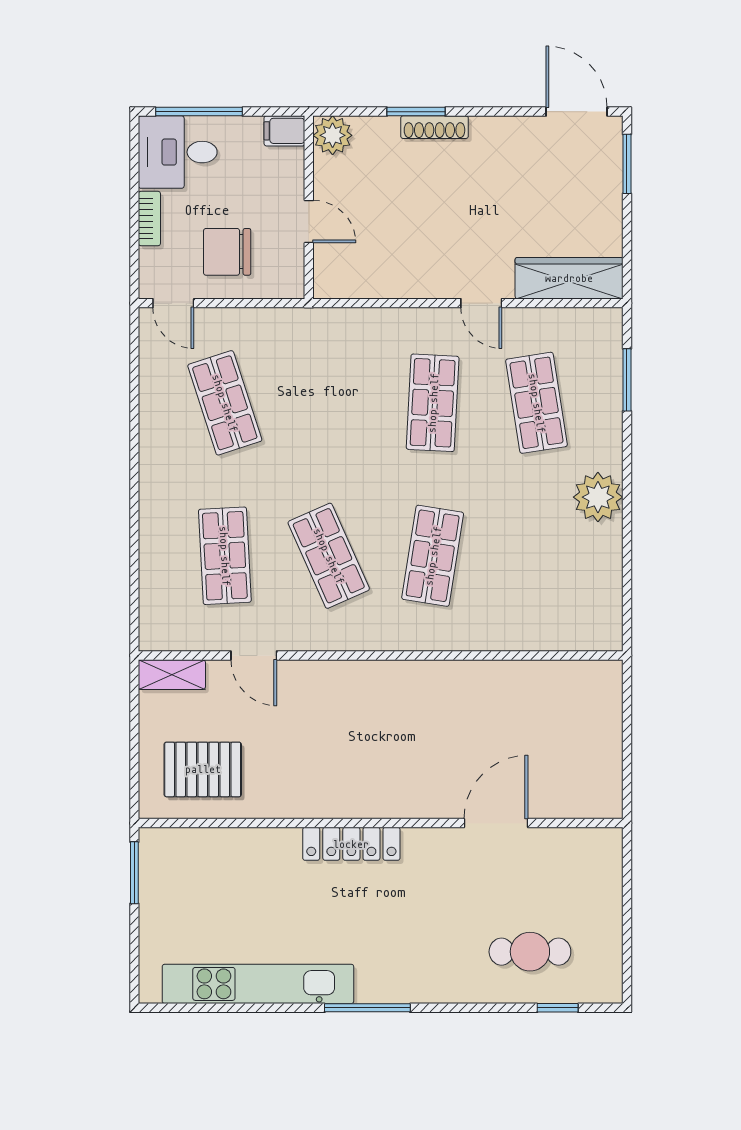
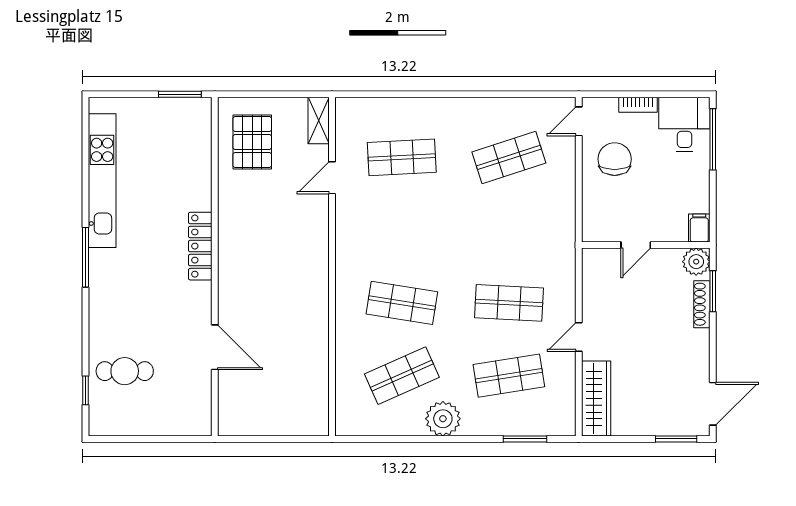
filing cabinet: (284, 131) -> (699, 228), moved
plant: (333, 135) -> (696, 262), moved
wall: (309, 207) -> (646, 245), moved
door: (309, 222) -> (636, 245), moved
shop shelf: (329, 556) -> (402, 376), moved
cafe table: (530, 952) -> (125, 371), turned 90

